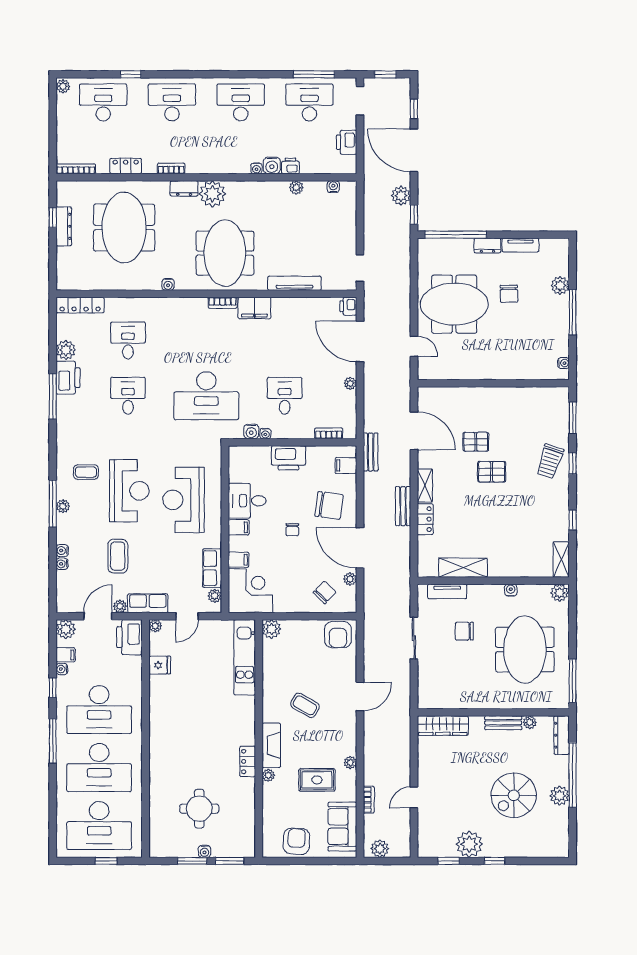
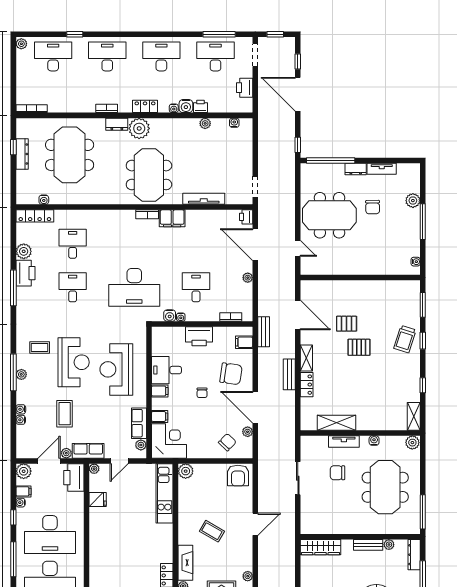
locker: (126, 166) -> (145, 106), moved
plant: (401, 196) -> (288, 130), removed
water cooler: (168, 284) -> (44, 200), moved
tv unit: (447, 591) -> (344, 442), moved

